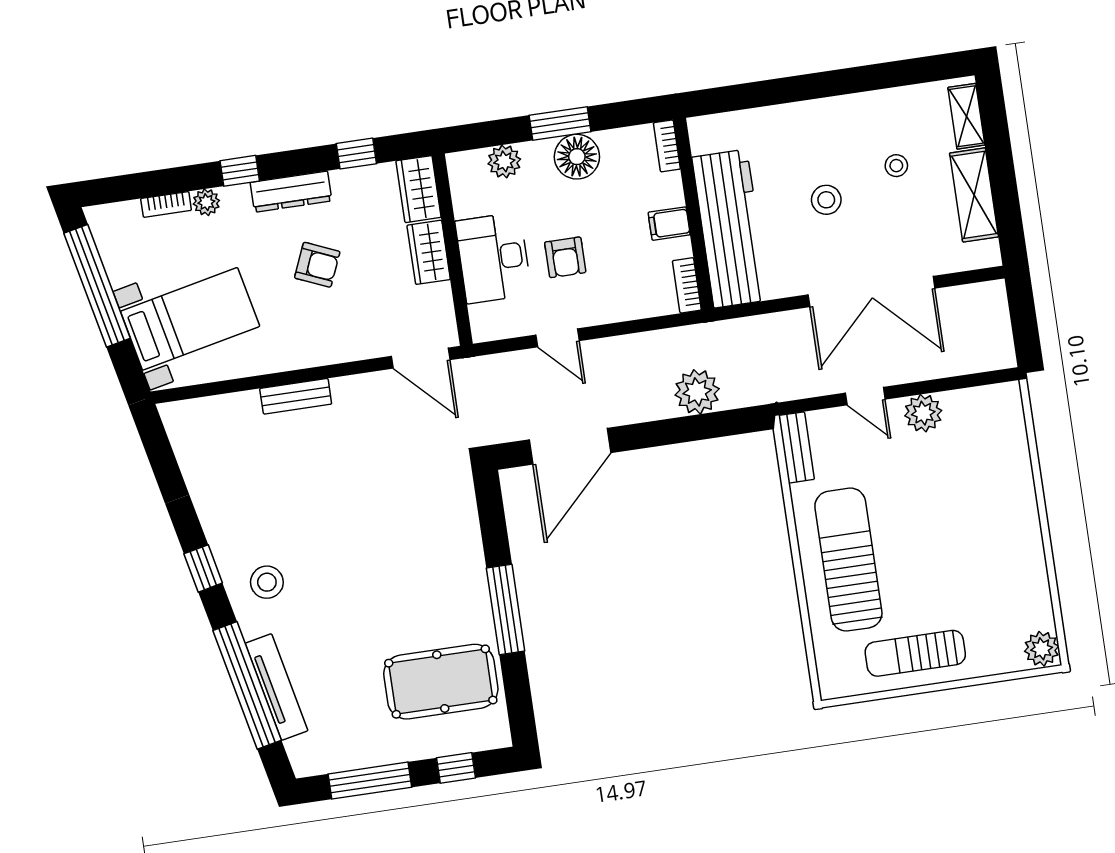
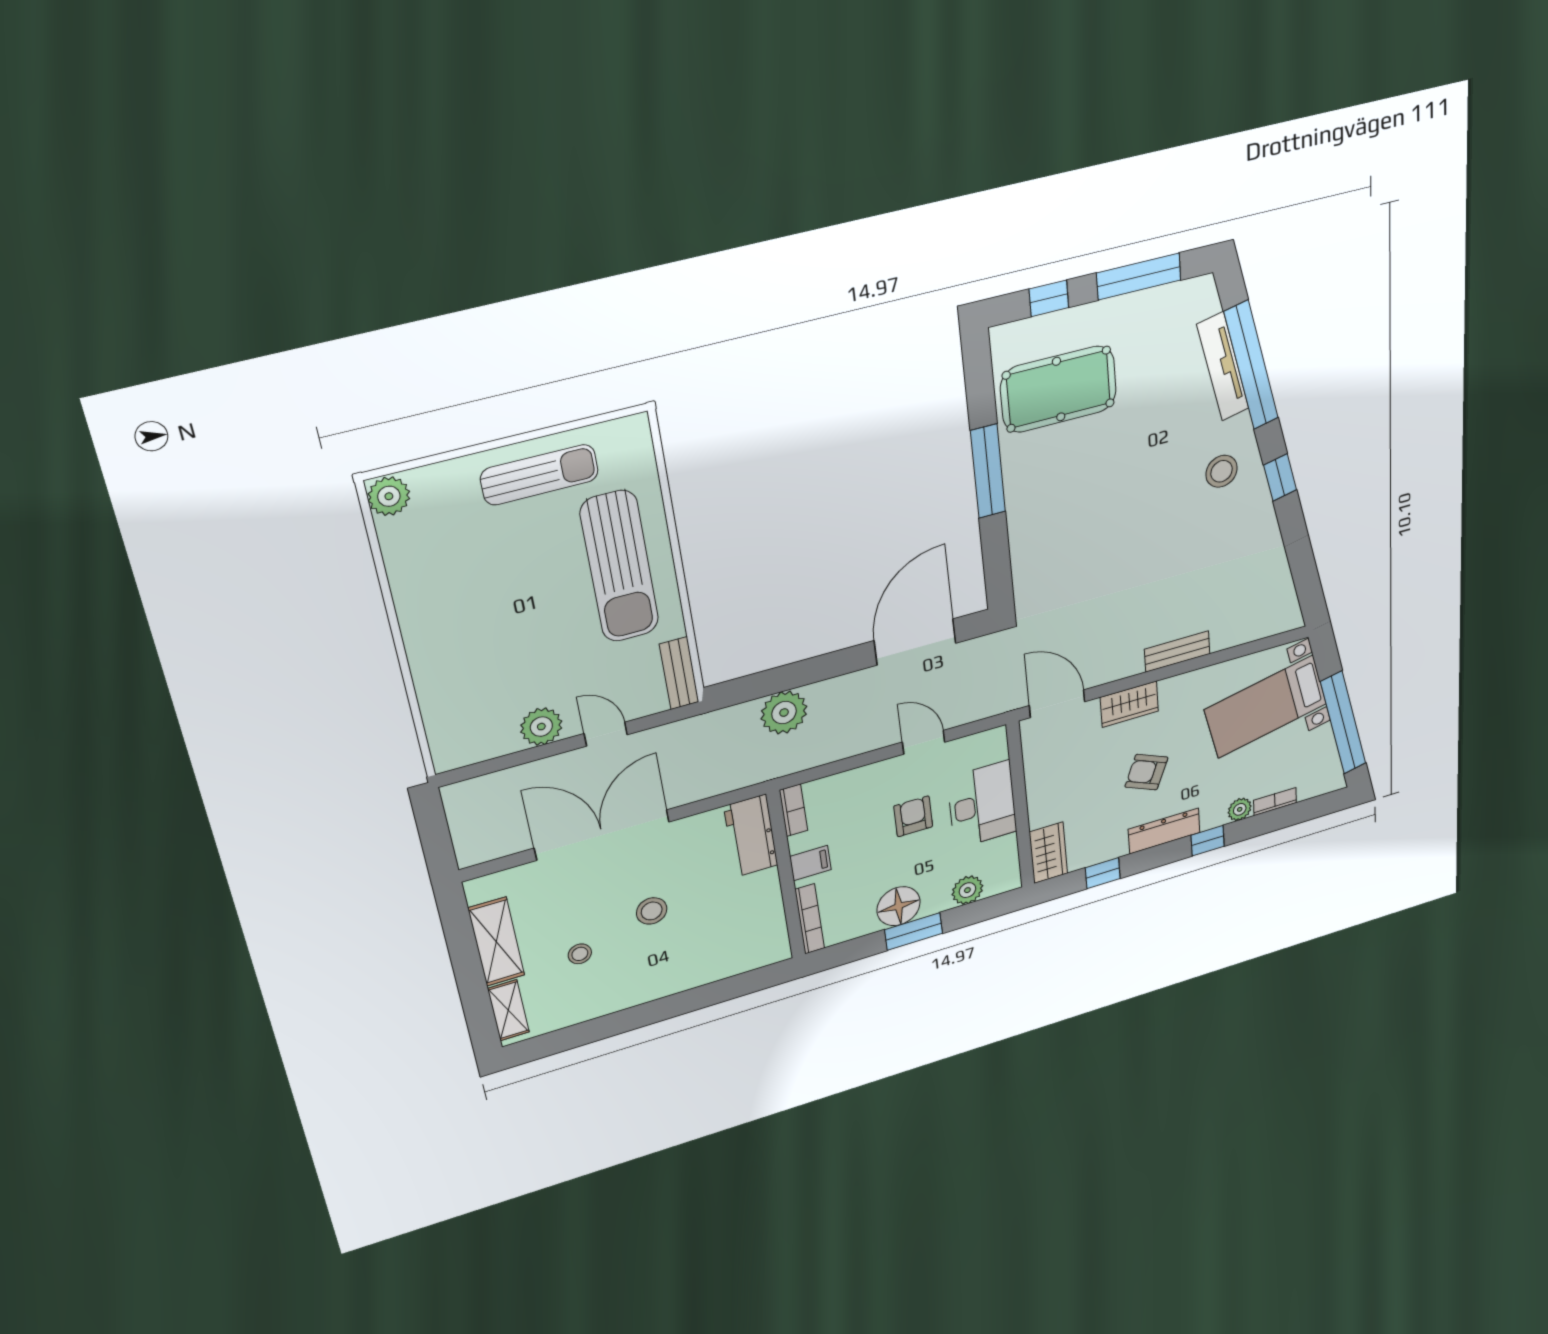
bookcase: (667, 146) -> (810, 919), width x1.56
workbench: (730, 229) -> (751, 836), width x0.53, depth x0.76
wardrobe: (429, 252) -> (1129, 704), moved, turned 90

